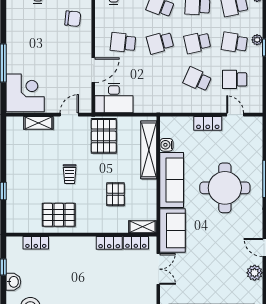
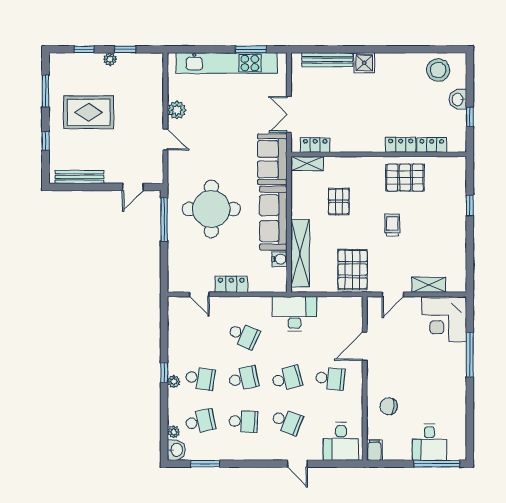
school desk: (235, 79) -> (200, 335), removed
desk: (114, 98) -> (295, 314), moved
locker: (109, 243) -> (401, 145), moved

